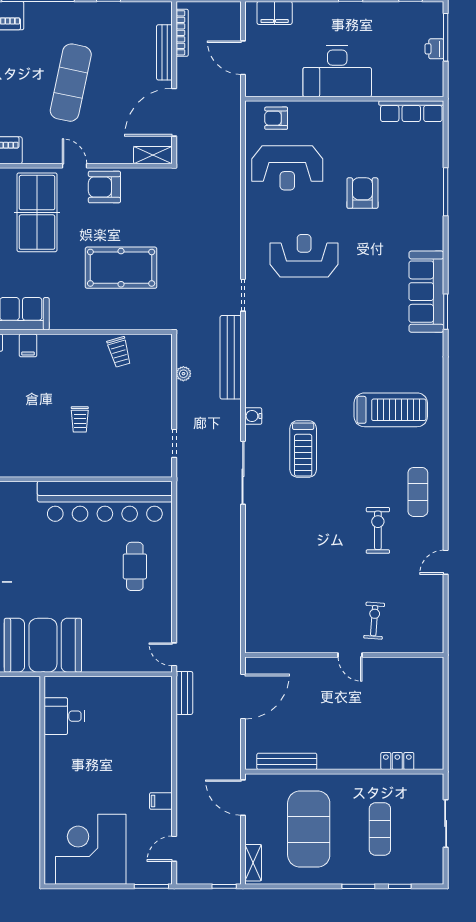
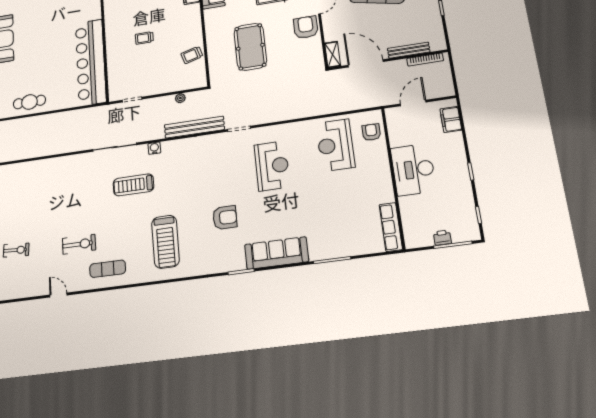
armchair: (362, 193) -> (225, 218), moved
sofa: (426, 292) -> (277, 253), moved
cafe table: (135, 566) -> (29, 102), moved

